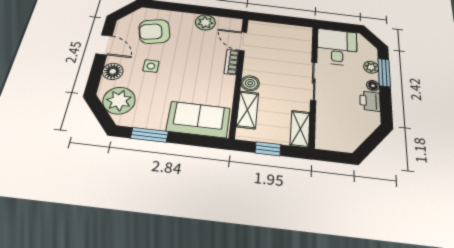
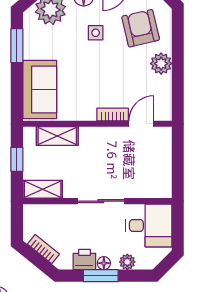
plant: (205, 22) -> (161, 64), moved
window: (384, 73) -> (101, 276), moved
boiler: (250, 83) -> (89, 136), removed
bookcase: (361, 135) -> (43, 249), added

